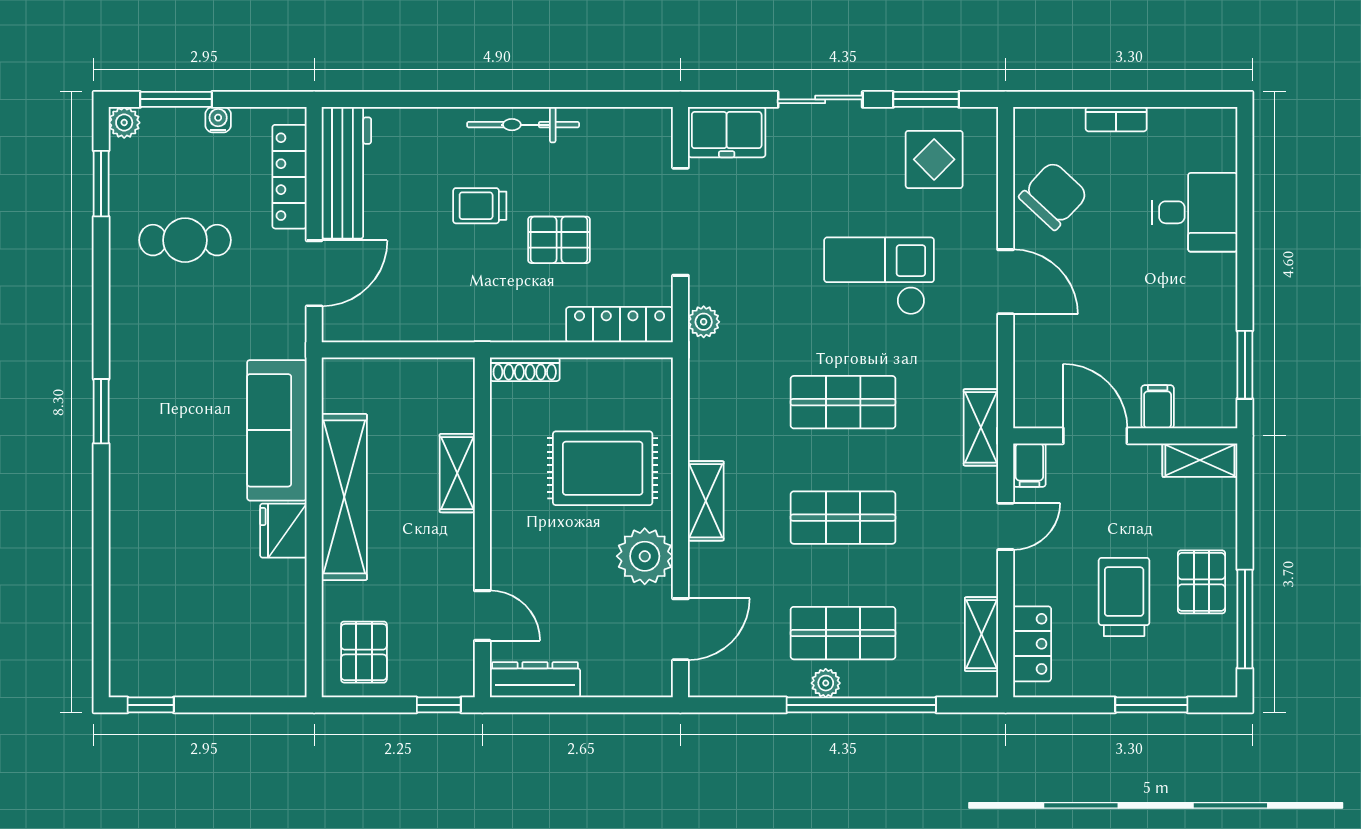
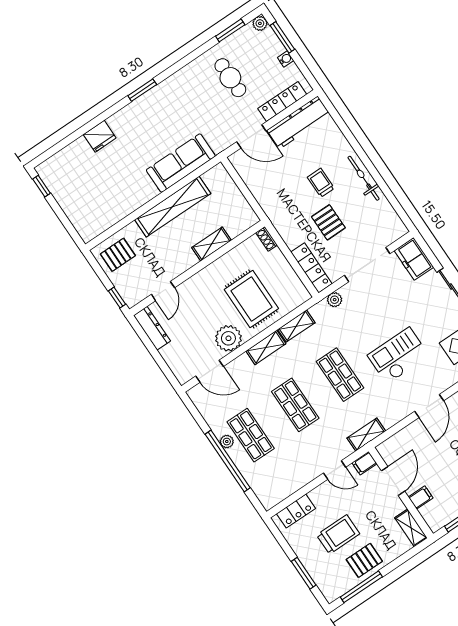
checkout: (879, 276) -> (398, 356), turned -90
shoe rack: (525, 369) -> (267, 239), width x0.70
fridge: (283, 531) -> (100, 136), moved, turned 180
shelving: (981, 634) -> (296, 326), moved

